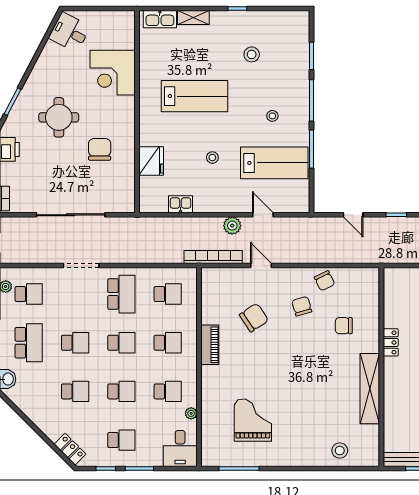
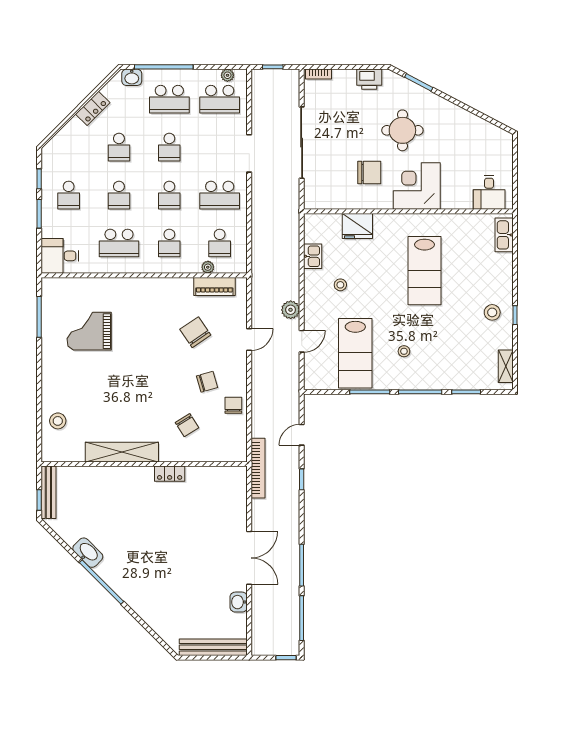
shelving: (193, 18) -> (506, 366), moved
desk: (69, 32) -> (489, 192), moved, turned 152
stool: (252, 54) -> (492, 312), moved
corner desk: (113, 73) -> (417, 186), moved
stool: (212, 158) -> (340, 285), moved
bookcase: (213, 257) -> (258, 468), moved
chair: (325, 281) -> (233, 405), turned 116
school desk: (29, 294) -> (220, 99), width x1.85
chair: (254, 318) -> (195, 332), turned 180
chair: (344, 326) -> (187, 425), turned 148
piano: (210, 345) -> (214, 286), moved
school desk: (168, 391) -> (119, 243), width x1.85
plant: (191, 413) -> (208, 267), moved
grand piano: (253, 420) -> (89, 331), turned 180
locker: (70, 449) -> (93, 108), moved

